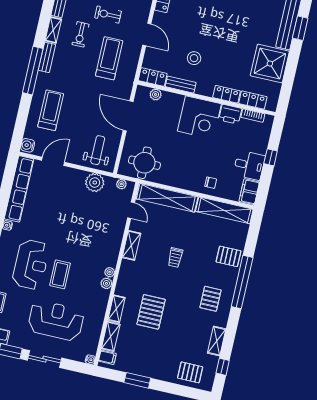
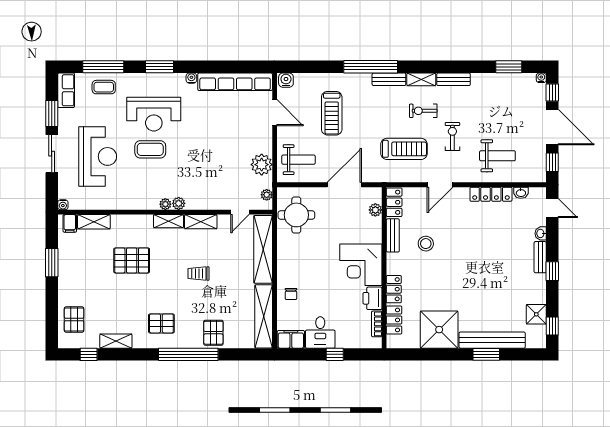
treadmill: (51, 110) -> (332, 113), moved, turned 90
plant: (106, 283) -> (179, 203), moved
shelving: (116, 309) -> (169, 221), moved

